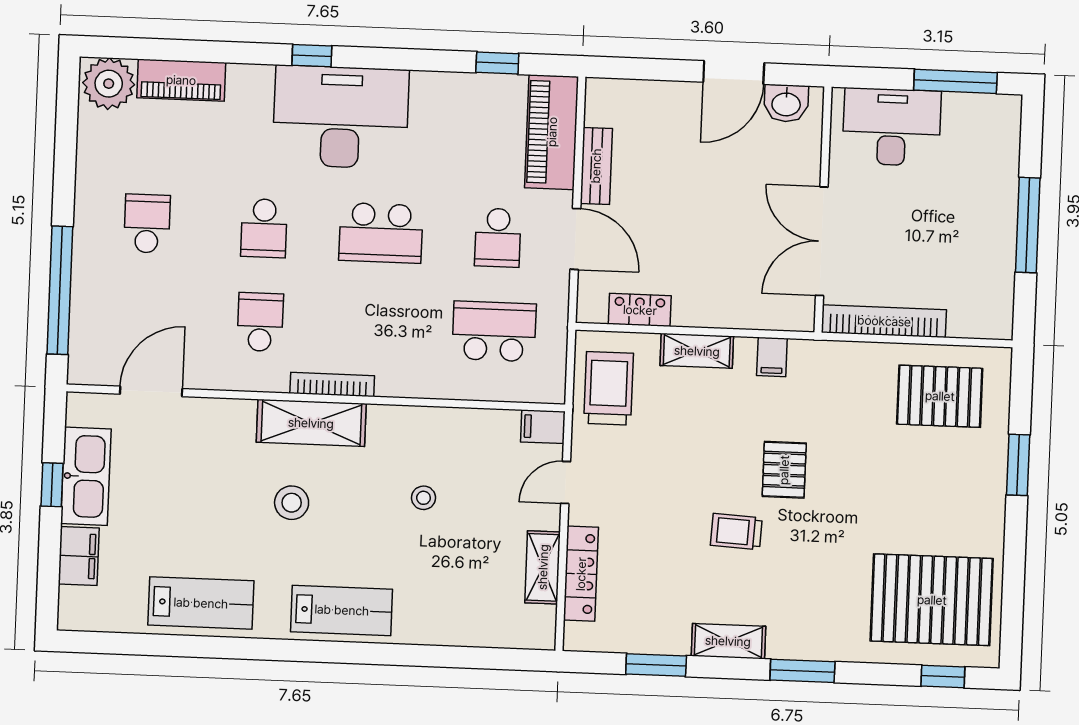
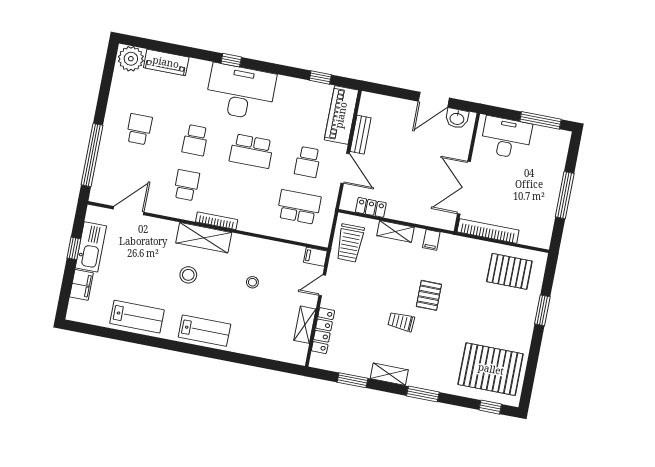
trolley: (609, 388) -> (350, 243), turned 180

